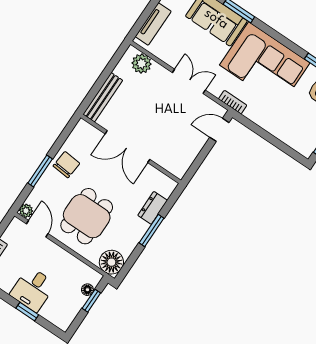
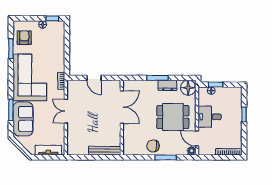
plant: (142, 64) -> (73, 142), removed
door: (219, 130) -> (94, 78), moved
double door: (127, 147) -> (122, 107), moved
dresser: (153, 208) -> (167, 85), moved
door: (37, 229) -> (197, 139), hinge flipped
desk: (33, 289) -> (210, 117), moved, turned 180

